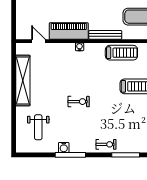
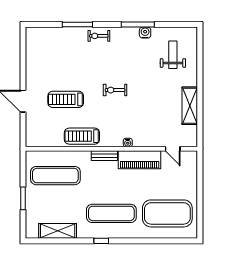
bench: (105, 35) -> (104, 156), width x0.73
shelving: (23, 81) -> (190, 106), width x0.68
exercise bike: (79, 102) -> (115, 90), moved

